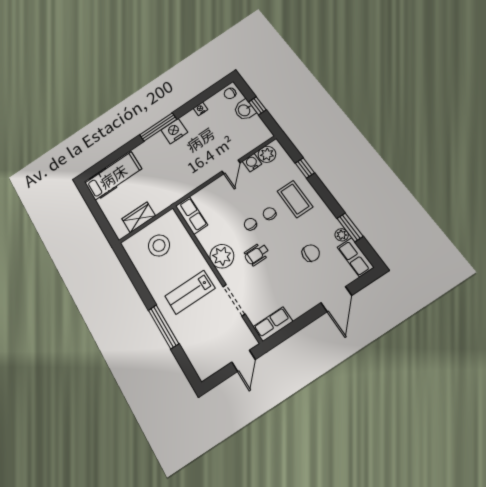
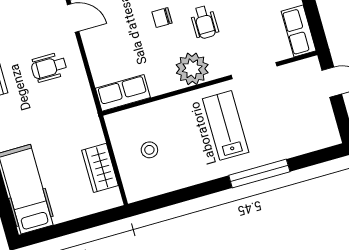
wheelchair: (194, 163) -> (49, 67), added
stool: (159, 245) -> (149, 150), width x0.53, depth x0.53
lab bench: (190, 292) -> (226, 125), turned 180

